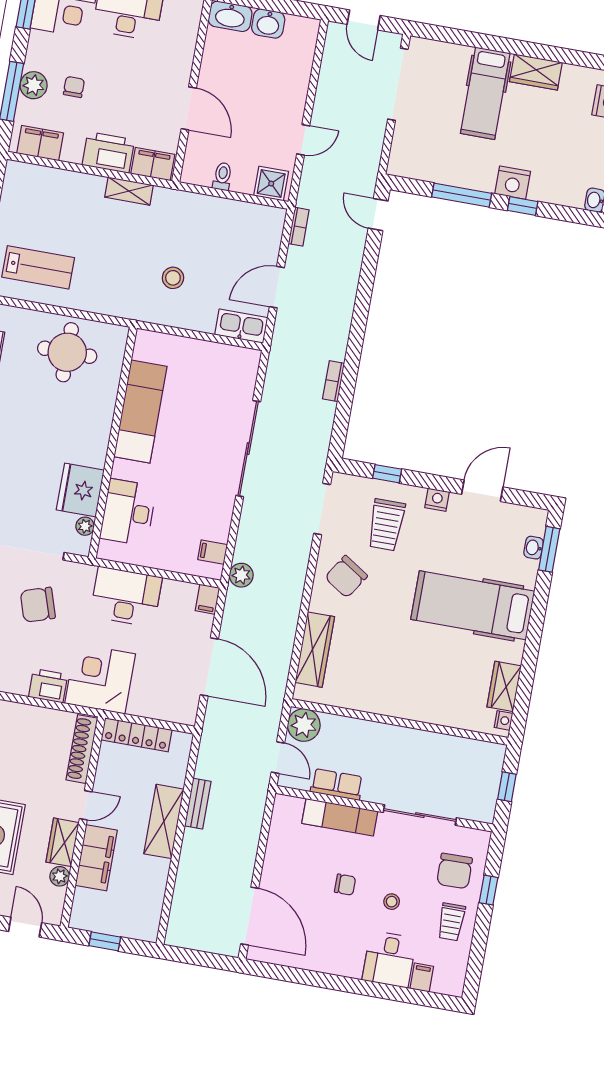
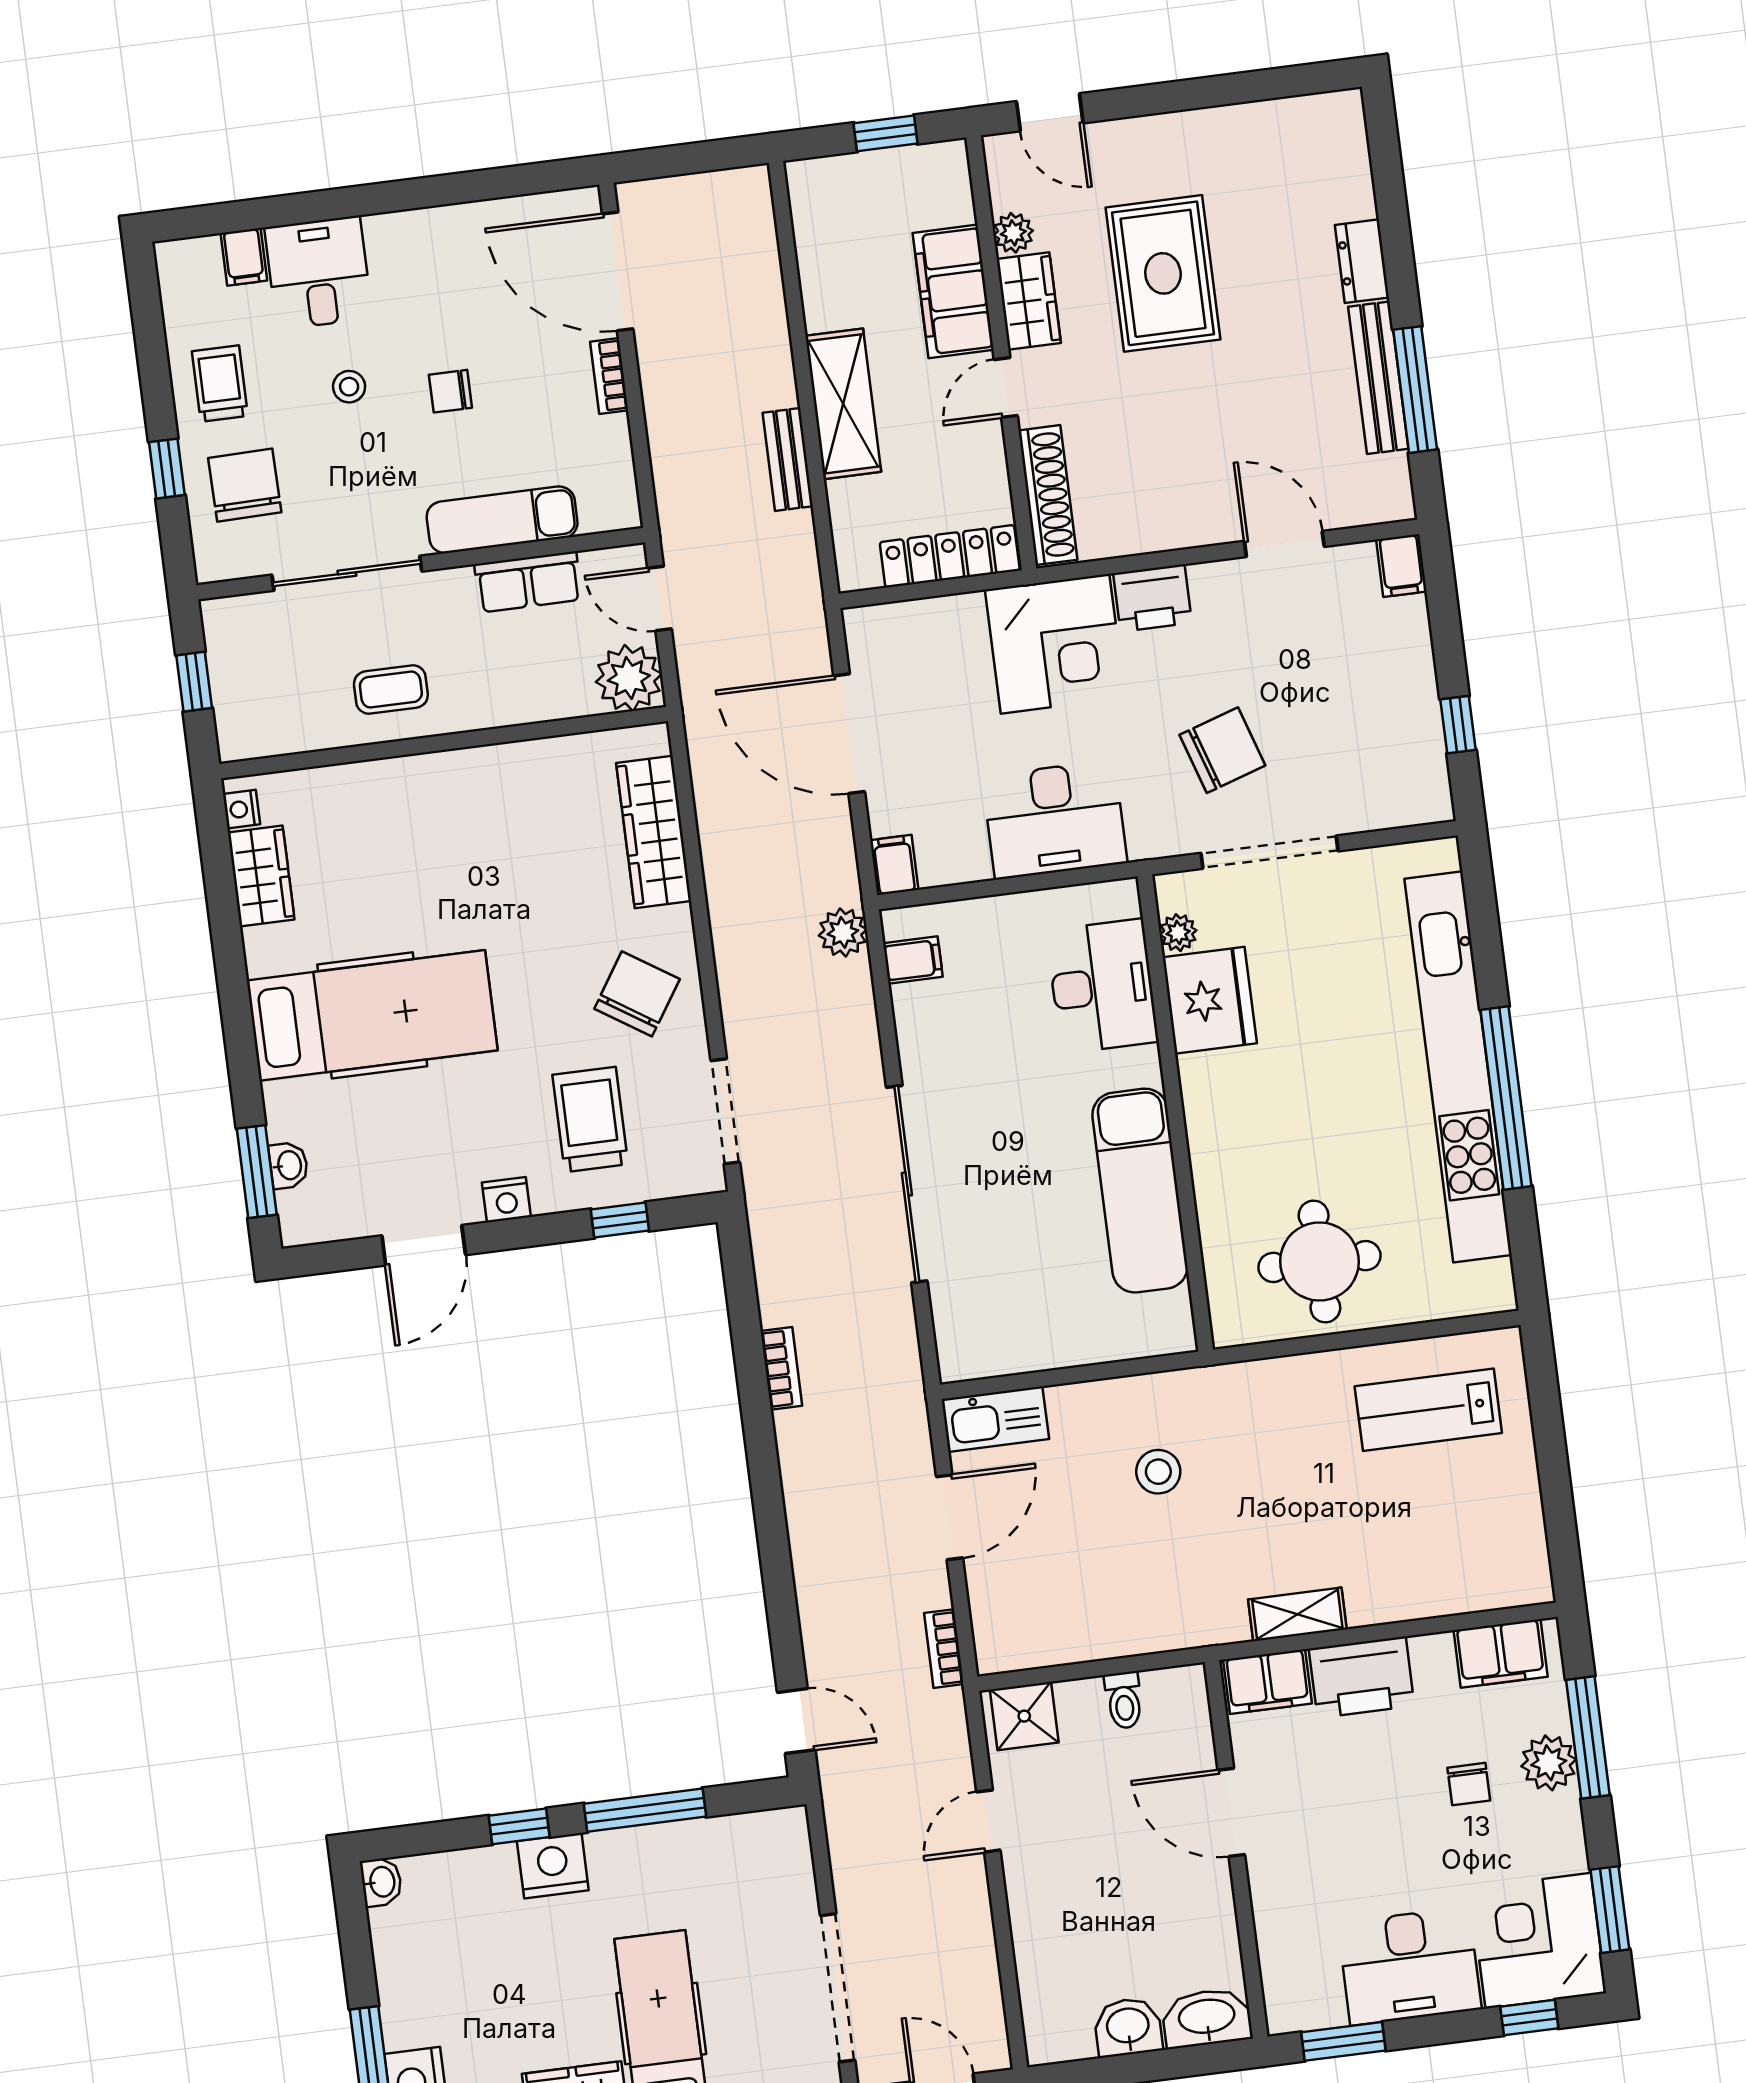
coffee table: (416, 754) -> (391, 689), added
bookcase: (269, 869) -> (609, 376), added

